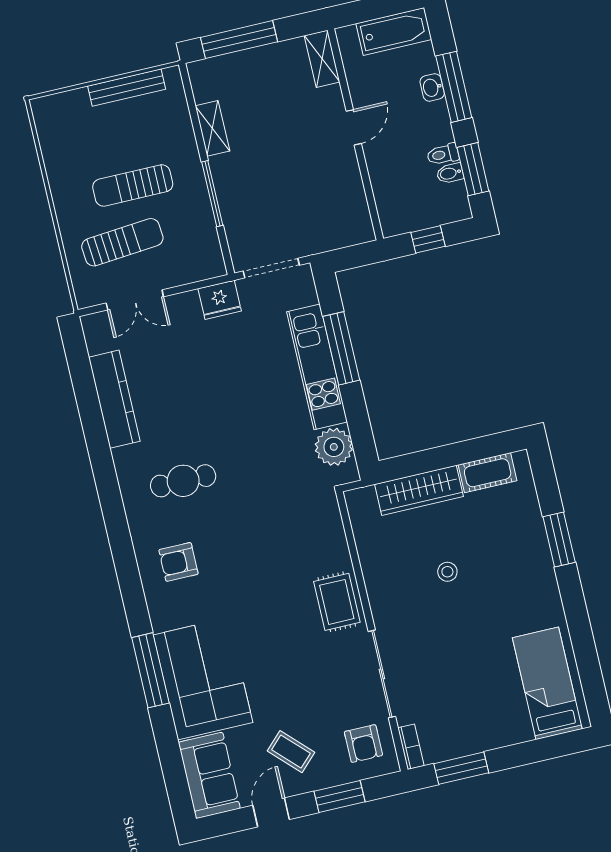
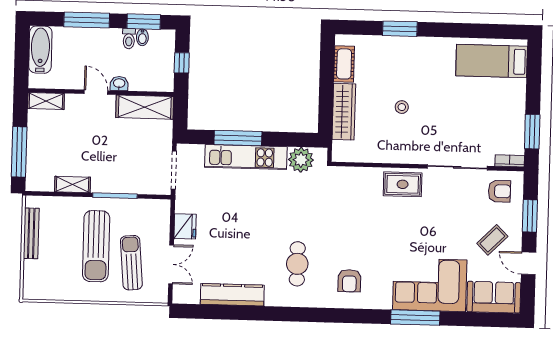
washbasin: (432, 87) -> (119, 84), moved, turned 180
sun lounger: (133, 185) -> (96, 246), width x1.36, depth x1.34
shelving: (351, 203) -> (145, 107), added
fridge: (220, 300) -> (185, 226), moved

